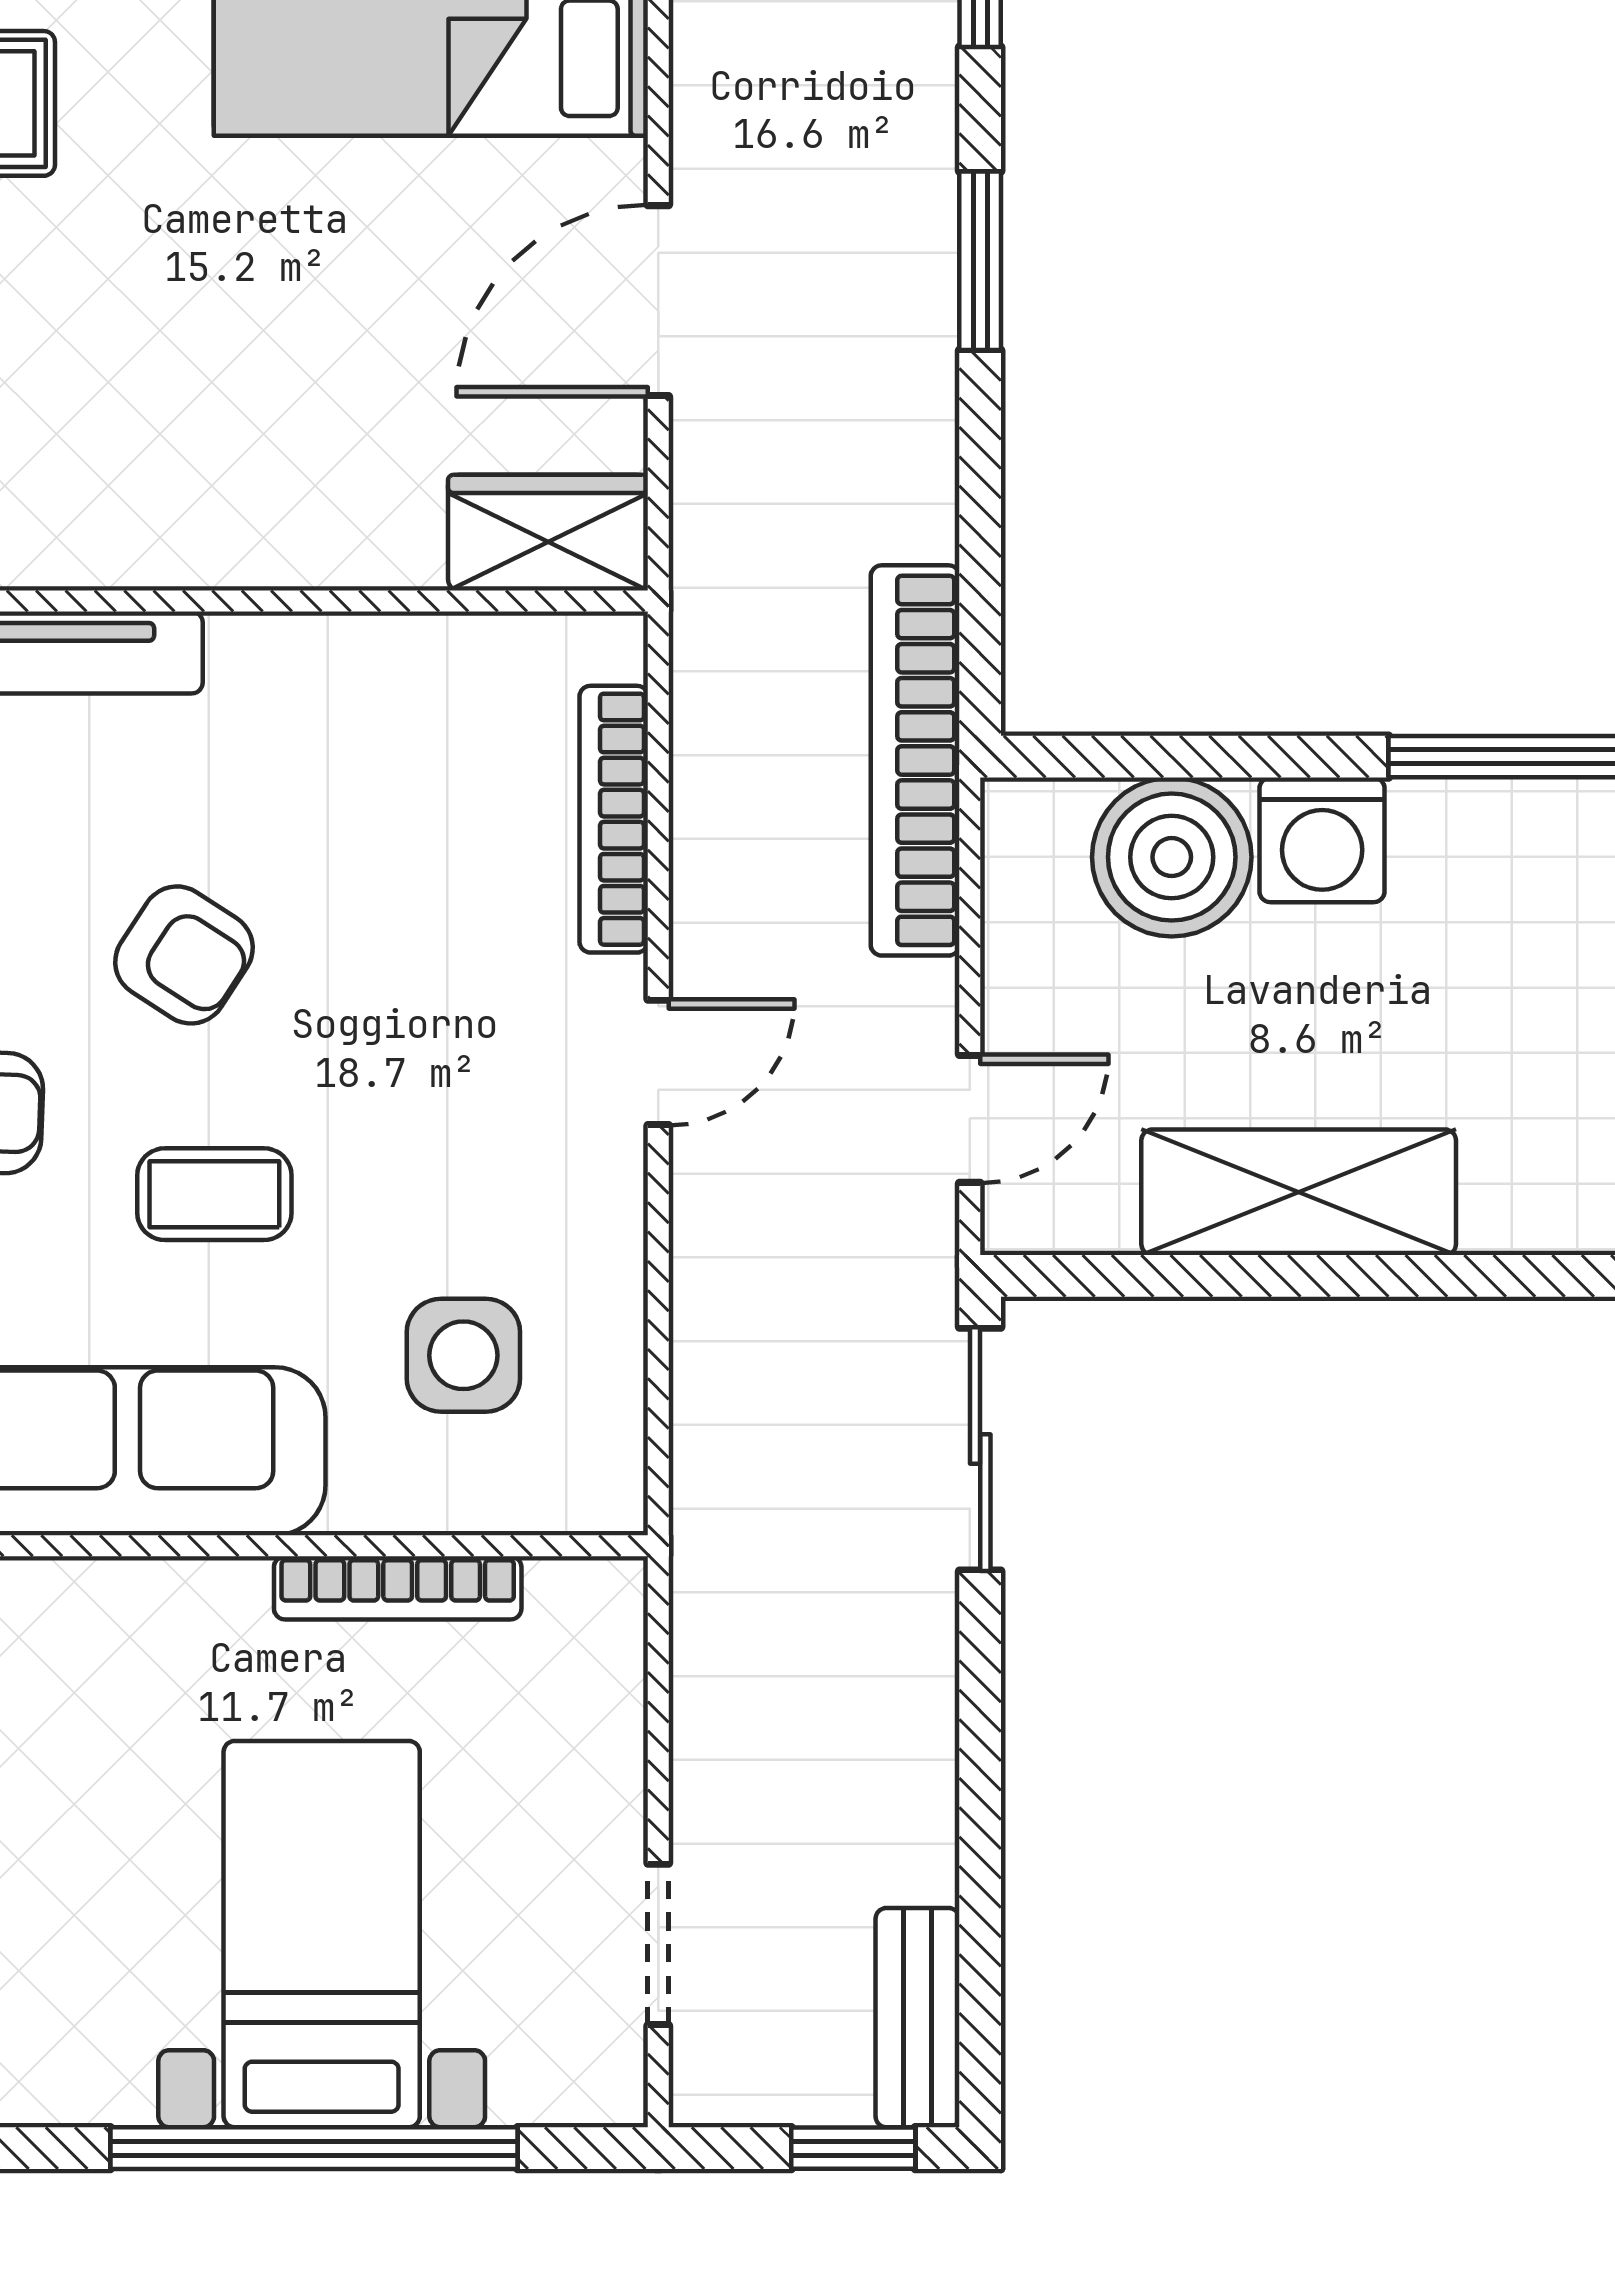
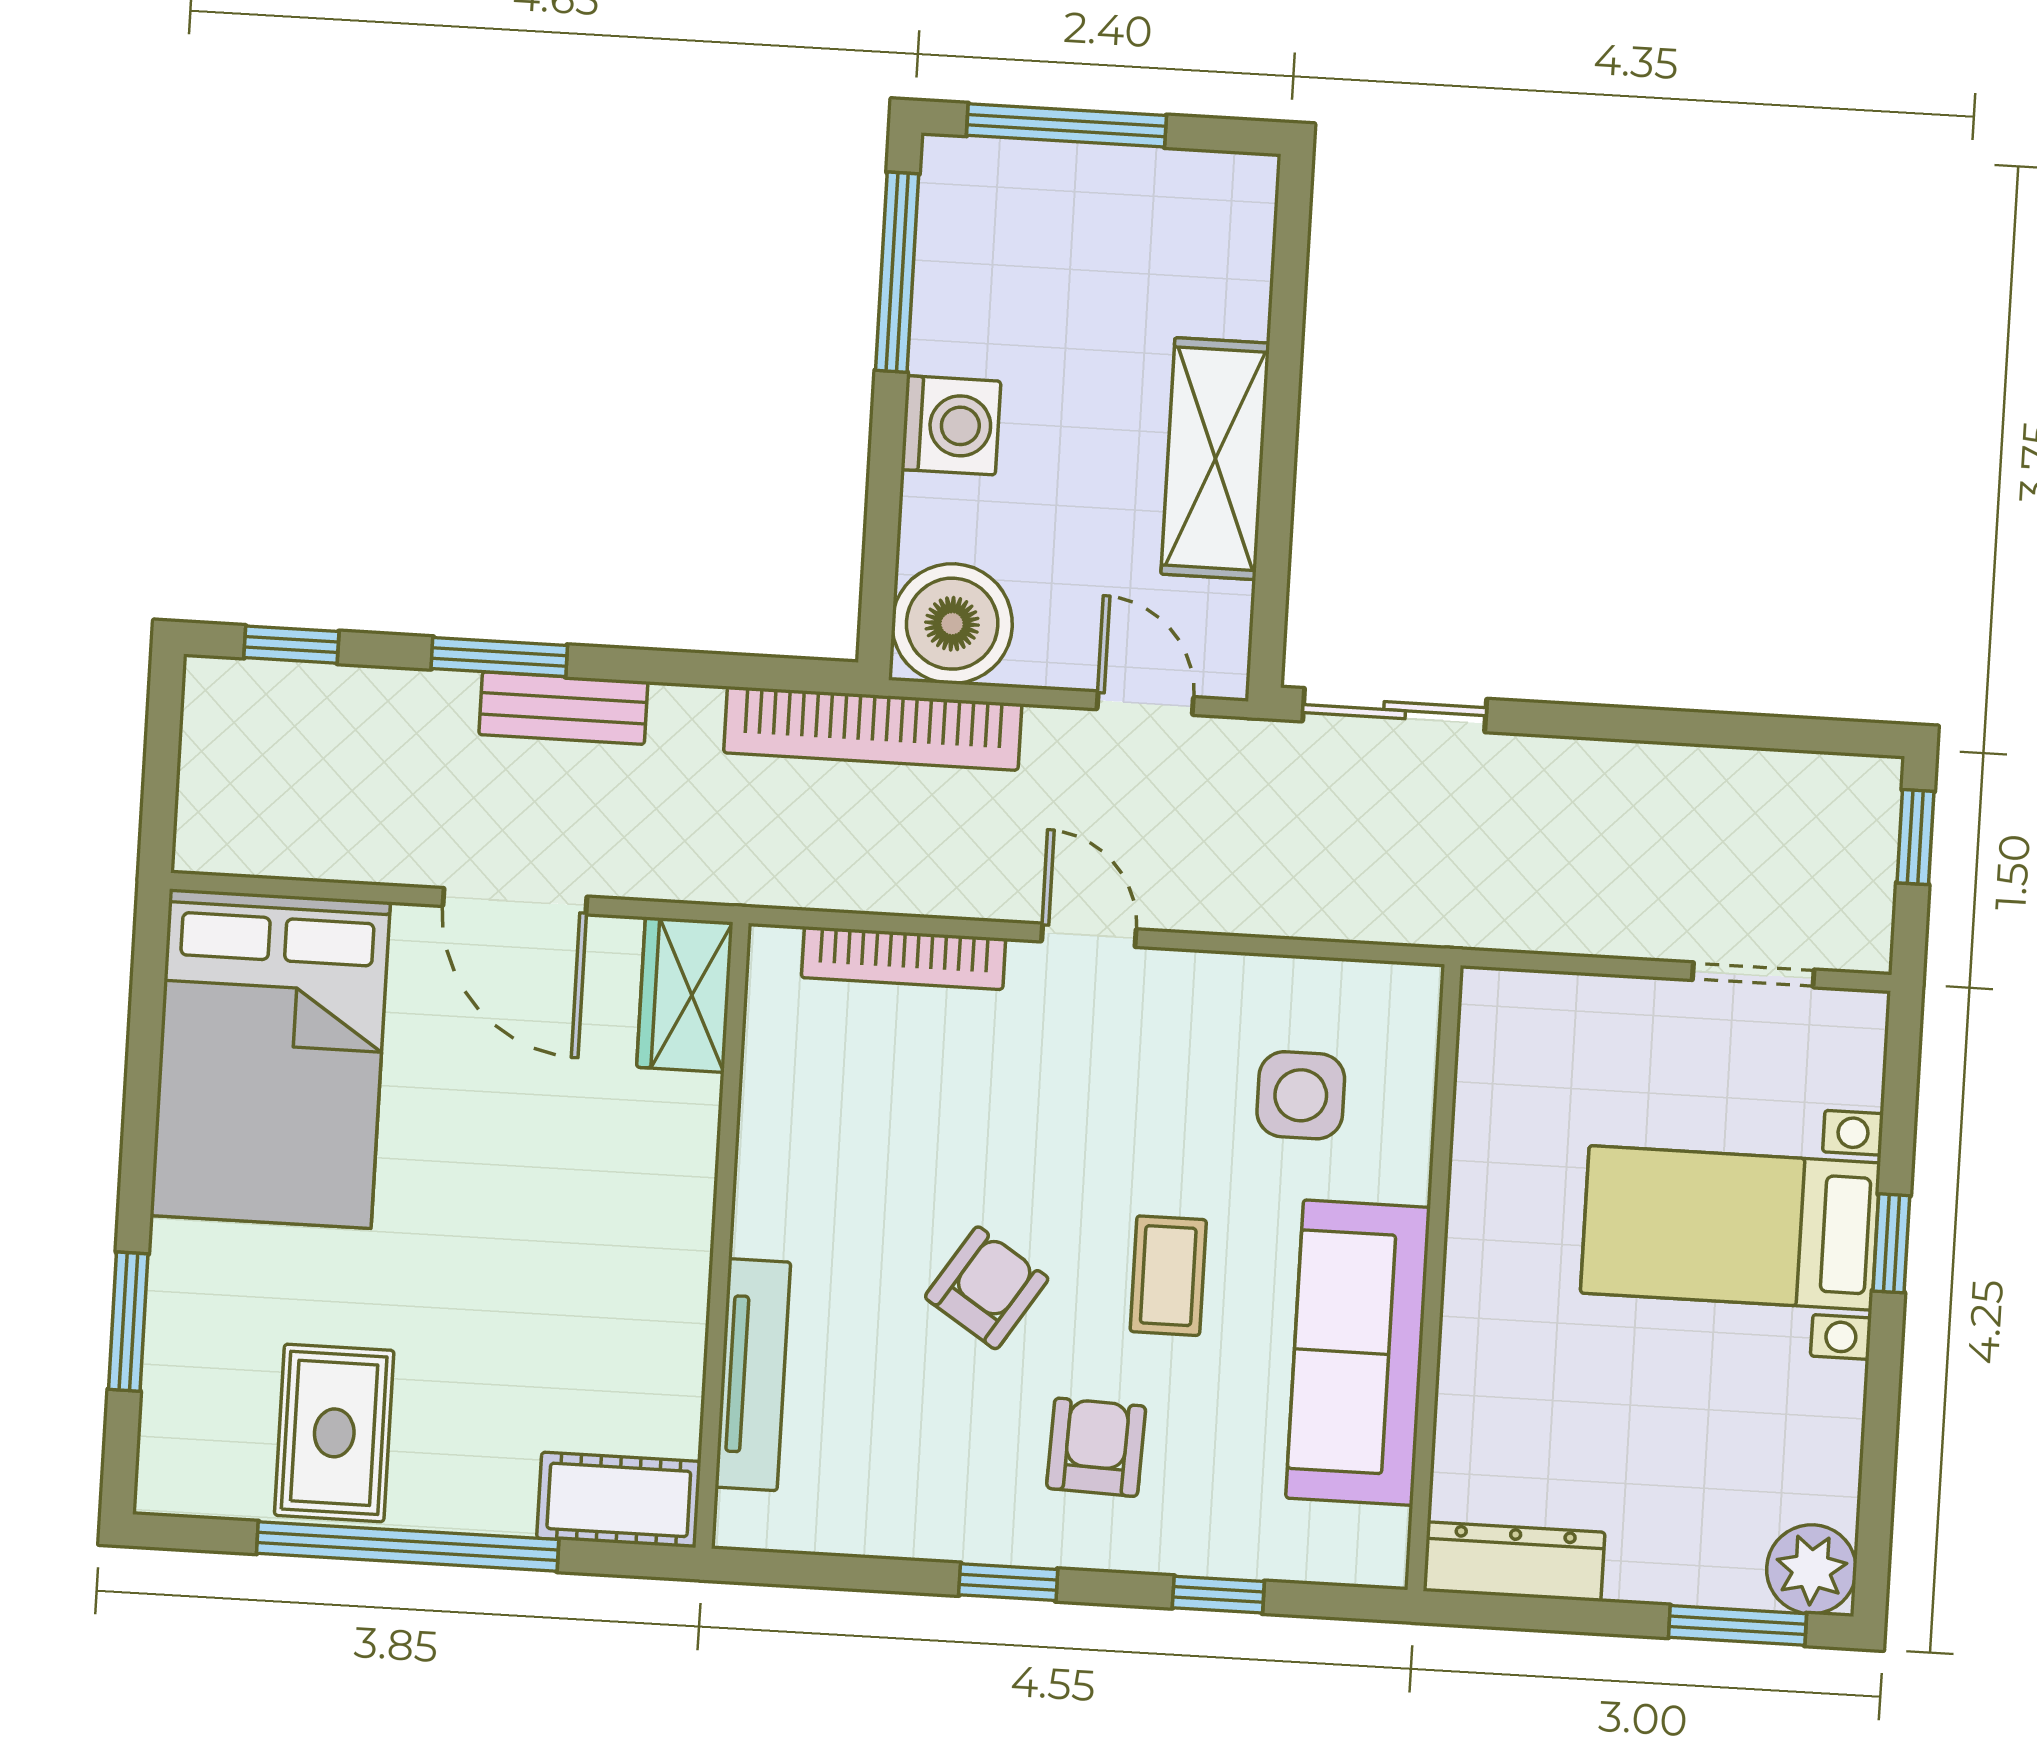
boiler: (1172, 857) -> (952, 624), moved
bookcase: (398, 1588) -> (1473, 1155), removed
bench: (918, 2018) -> (563, 708), moved
window: (314, 2148) -> (1891, 1243), width x0.32

